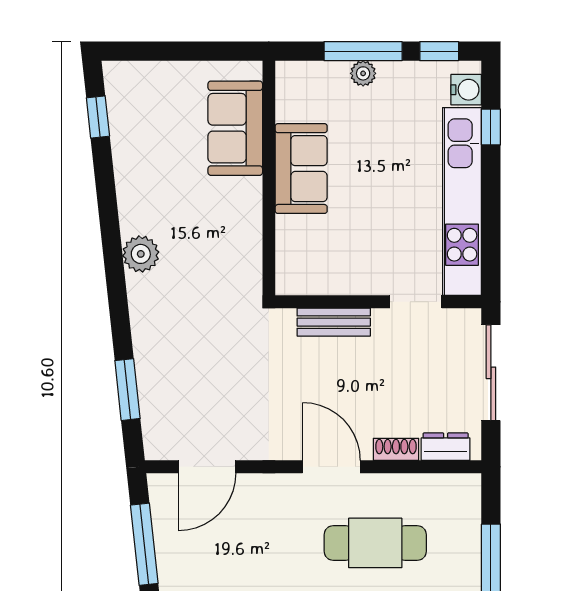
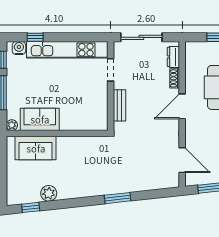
plant: (363, 73) -> (12, 125), moved
sofa: (301, 169) -> (40, 119), moved
plant: (141, 254) -> (49, 193), moved
window: (127, 390) -> (118, 198), moved

